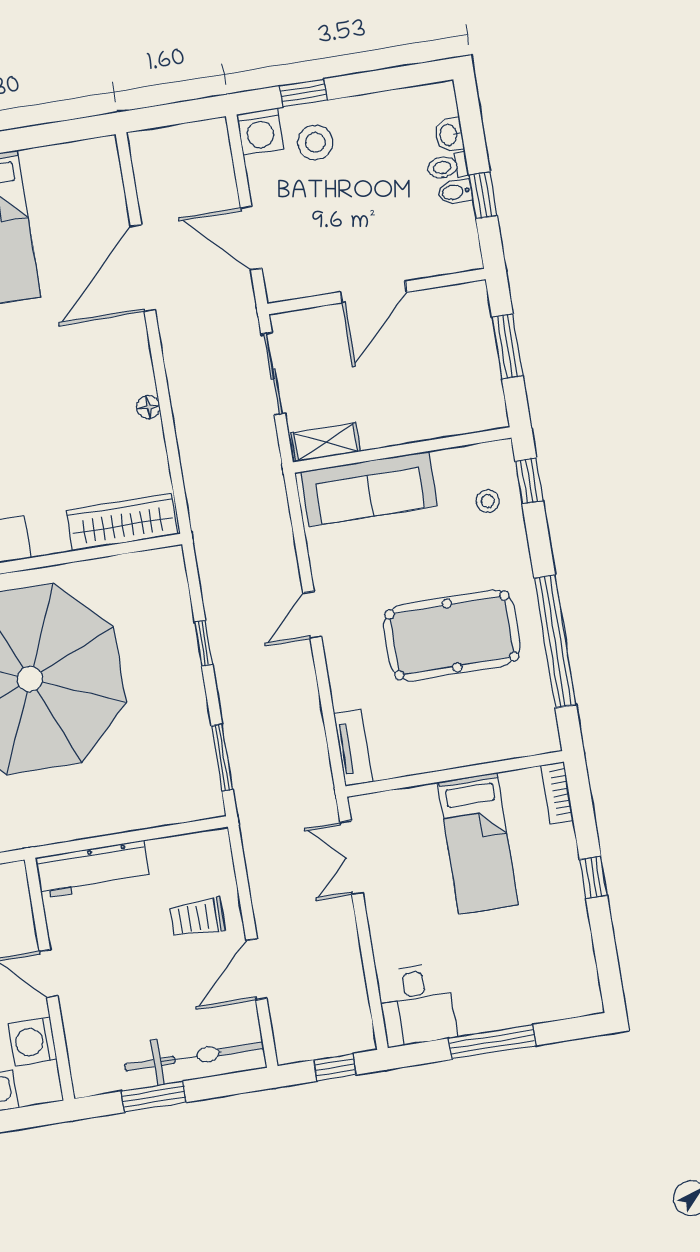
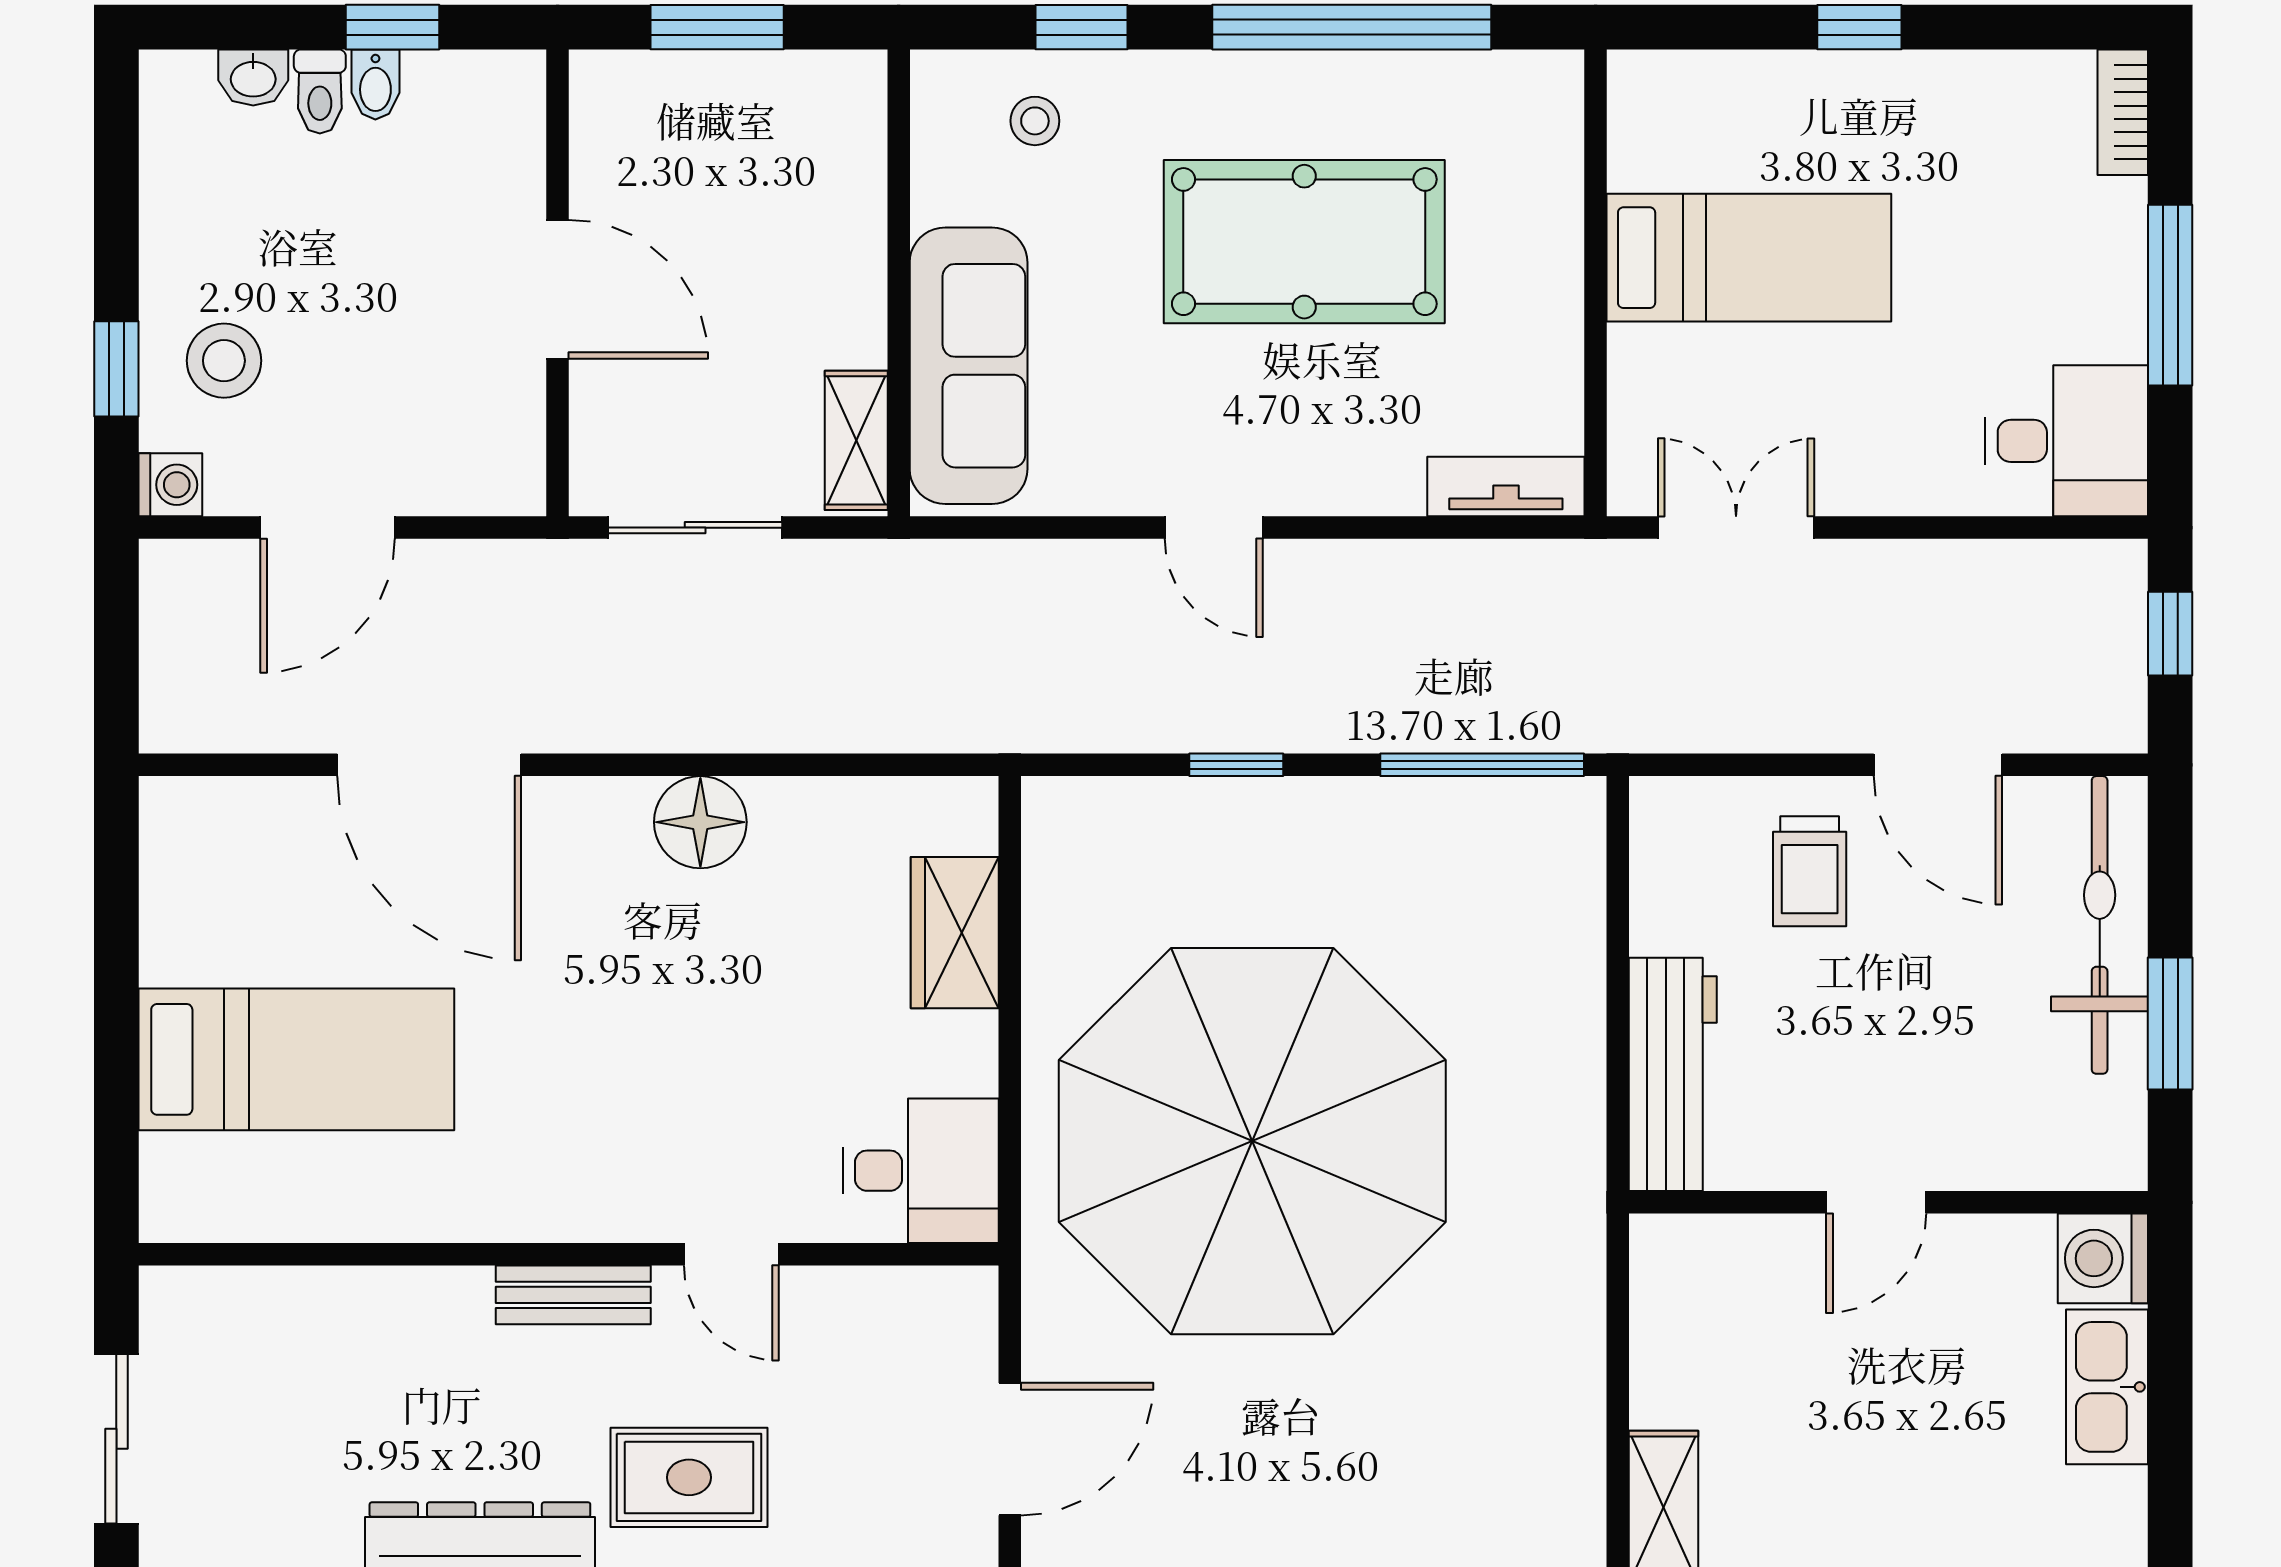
washing machine: (260, 131) -> (170, 485), width x0.73, depth x0.73
door: (251, 238) -> (327, 528), moved
floor lamp: (148, 407) -> (700, 822), width x1.89, depth x1.89
window: (529, 481) -> (1081, 27), moved
wardrobe: (122, 522) -> (955, 933), width x0.67
pool table: (452, 635) -> (1304, 242), turned 90
window: (222, 757) -> (1482, 765), width x1.44
bookcase: (557, 793) -> (2123, 112), moved, turned 90
double door: (351, 858) -> (1736, 528), swing flipped
washing machine: (33, 1041) -> (2103, 1258), moved, turned 90

